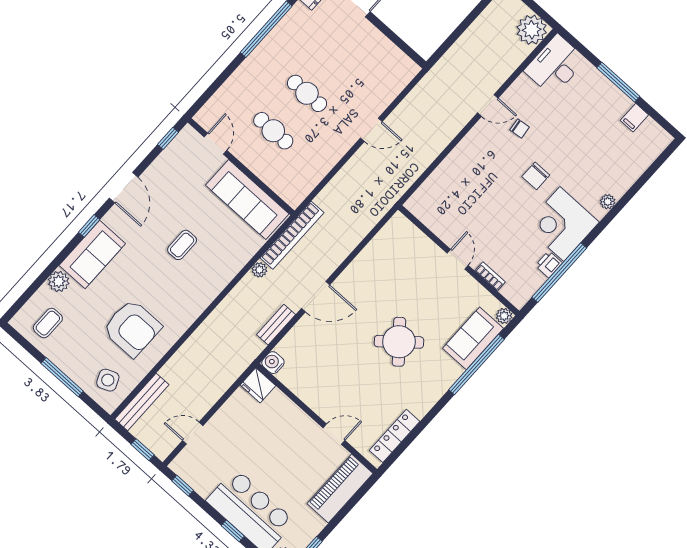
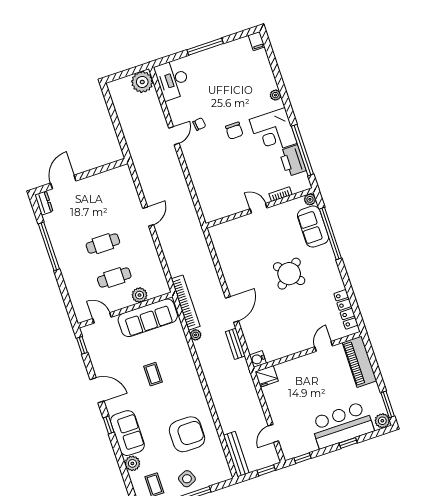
filing cabinet: (634, 118) -> (257, 41), moved
plant: (269, 174) -> (140, 295), added
printer: (549, 264) -> (293, 161), width x1.87, depth x1.48
side table: (108, 380) -> (187, 479), moved

